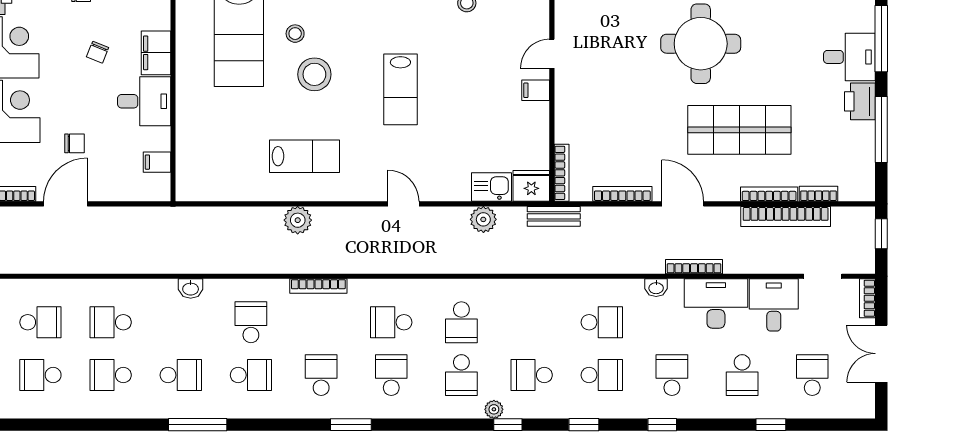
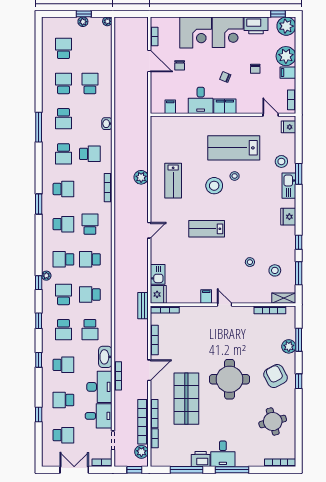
plant: (483, 219) -> (141, 452), moved
washbasin: (656, 288) -> (105, 357), width x1.91, depth x1.45
school desk: (40, 322) -> (90, 295), moved, turned 90

